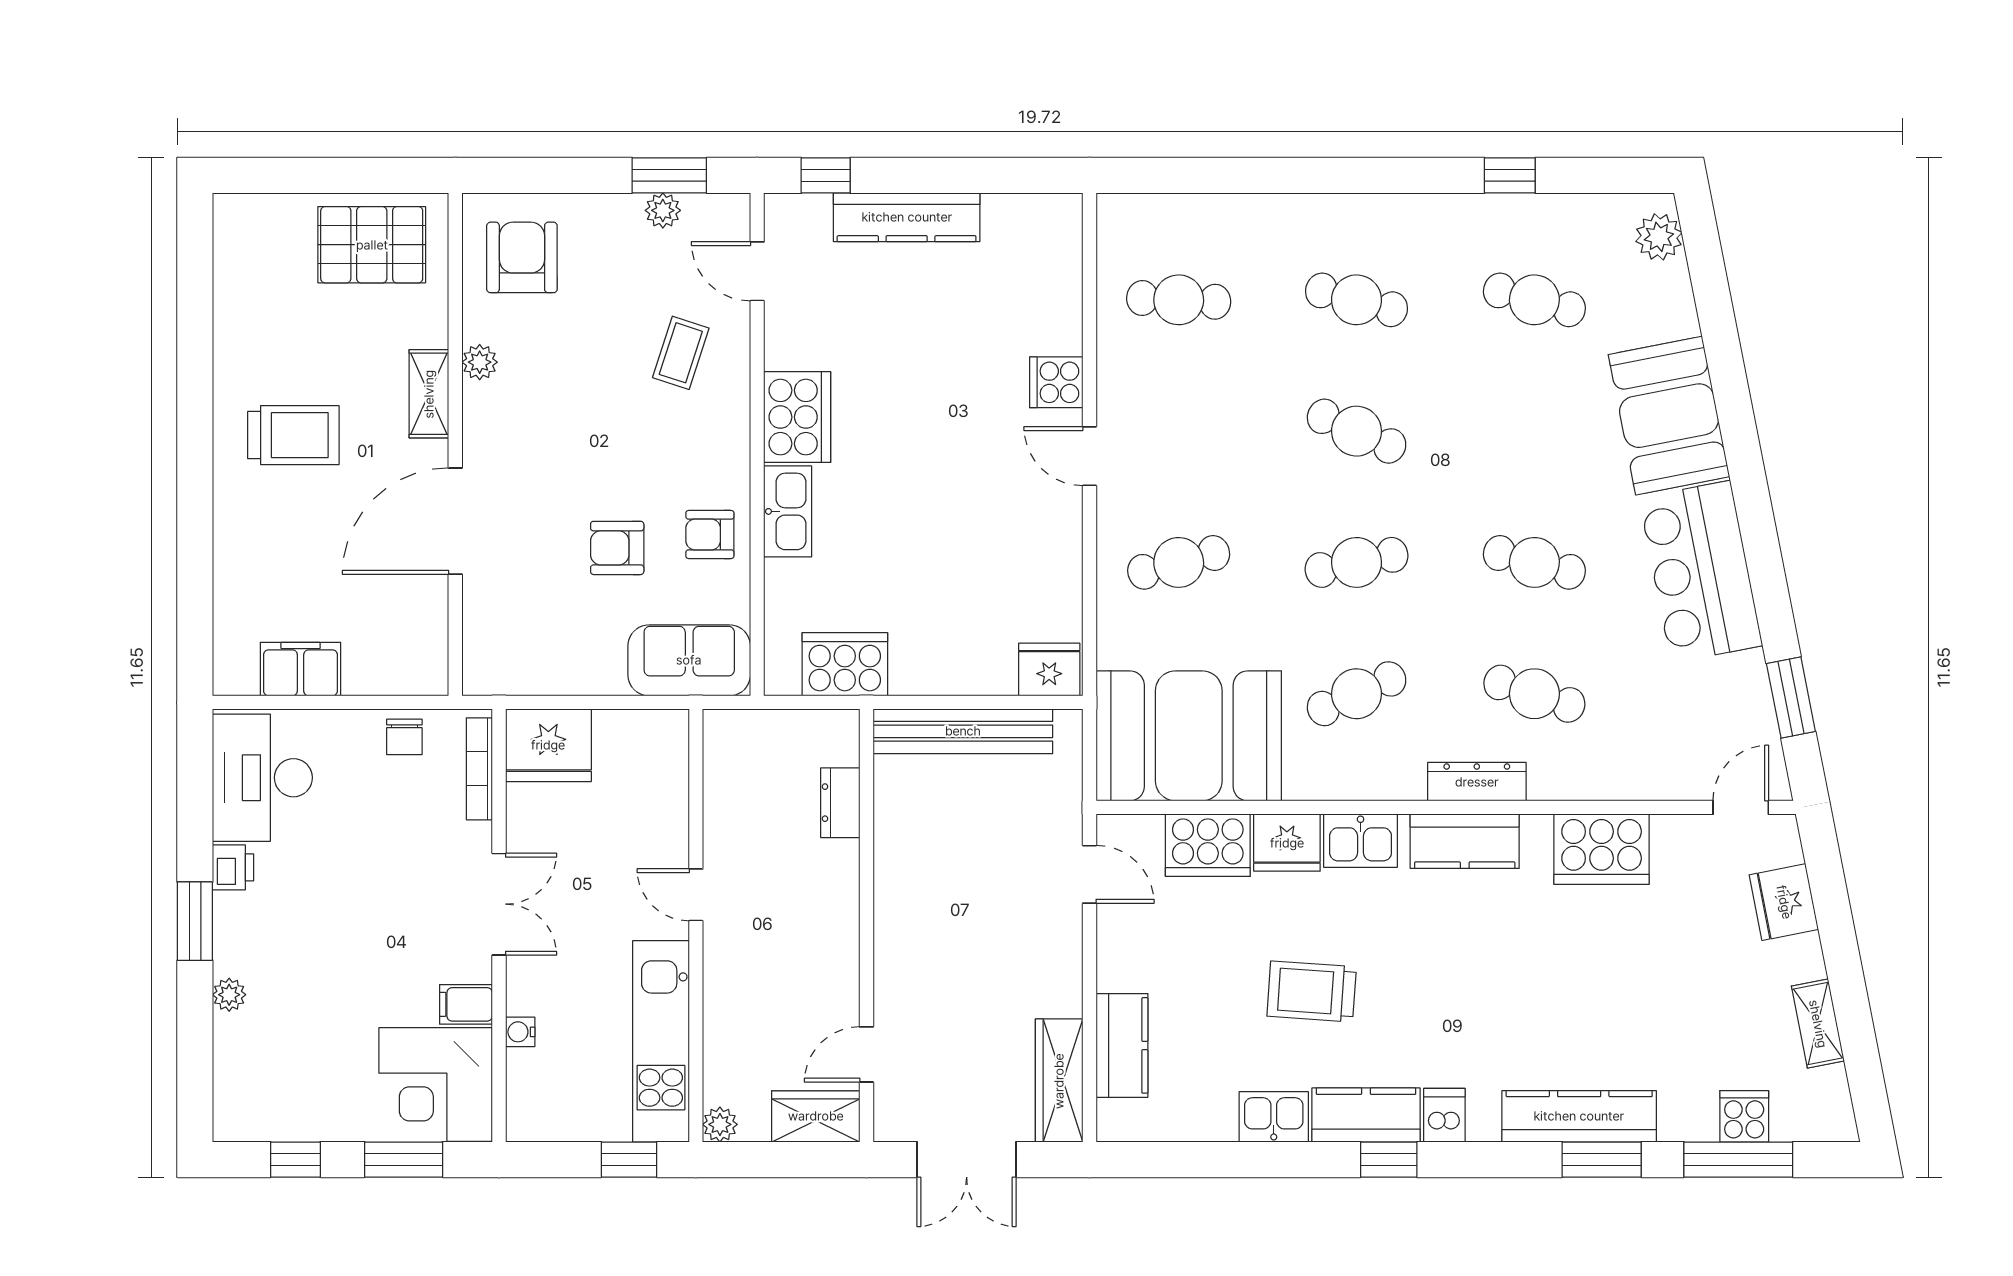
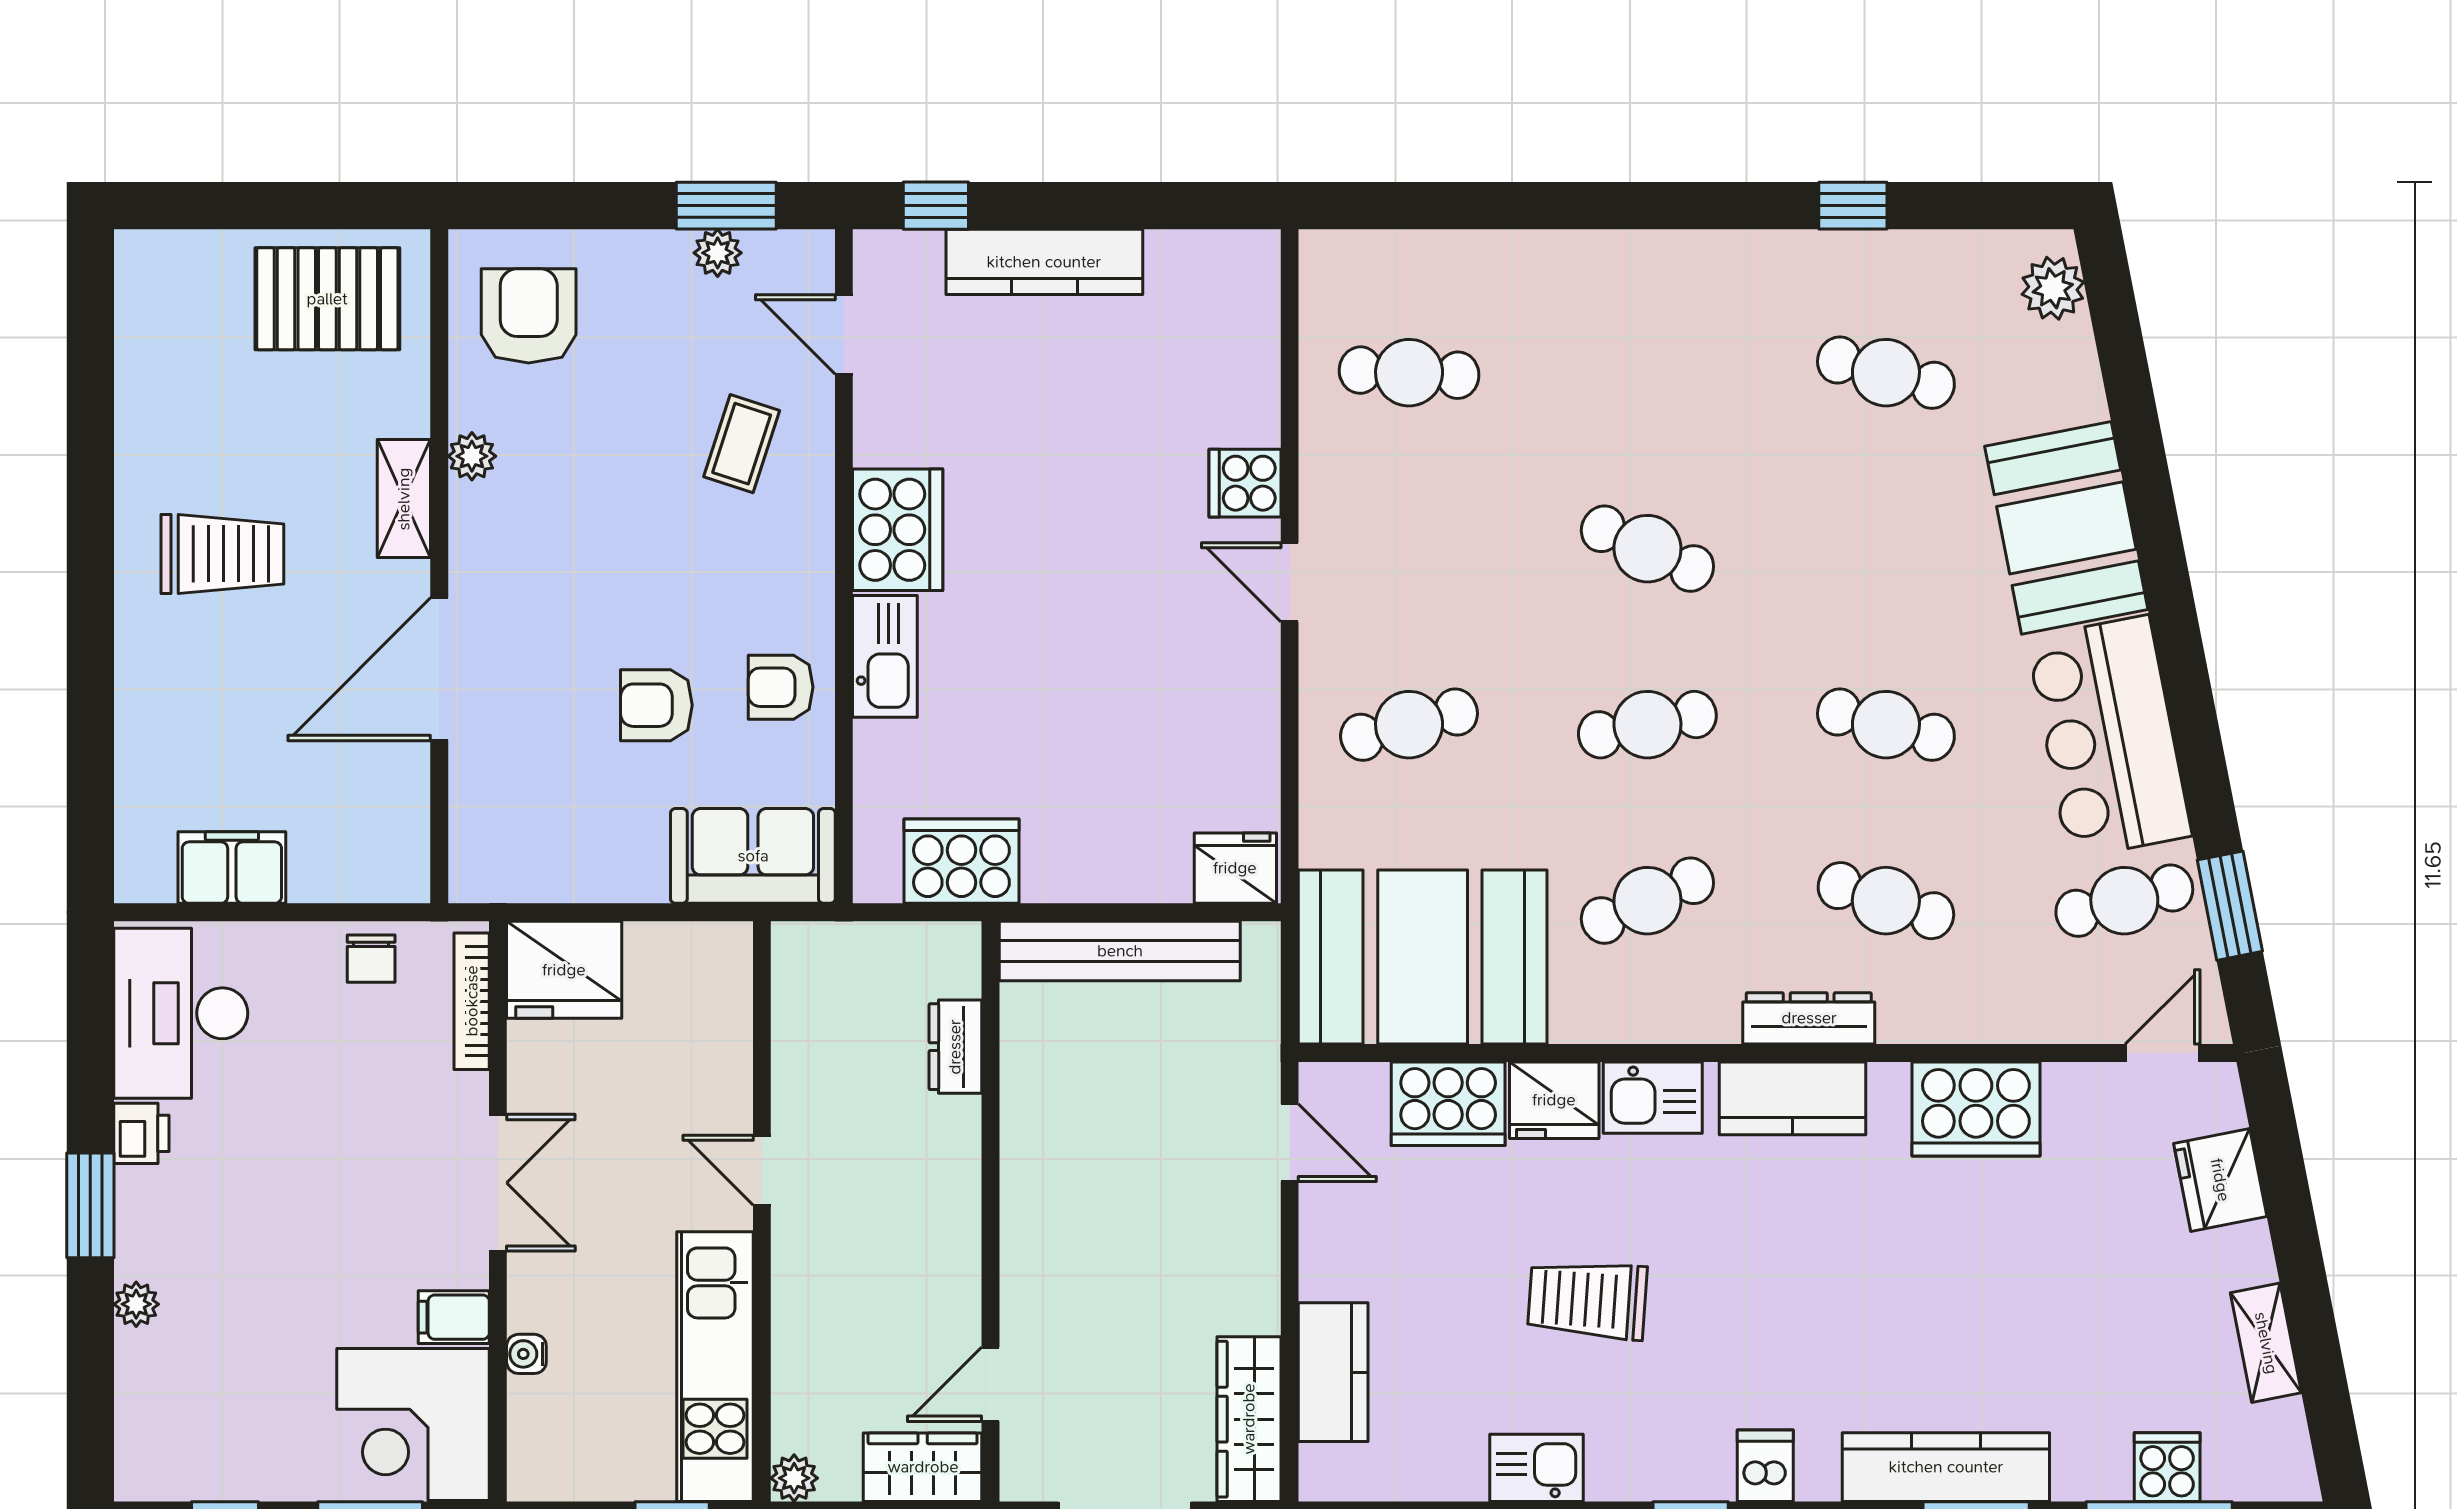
cafe table: (1357, 300) -> (2124, 901), moved, turned -30
kitchen counter: (1366, 1115) -> (1660, 1465), removed

